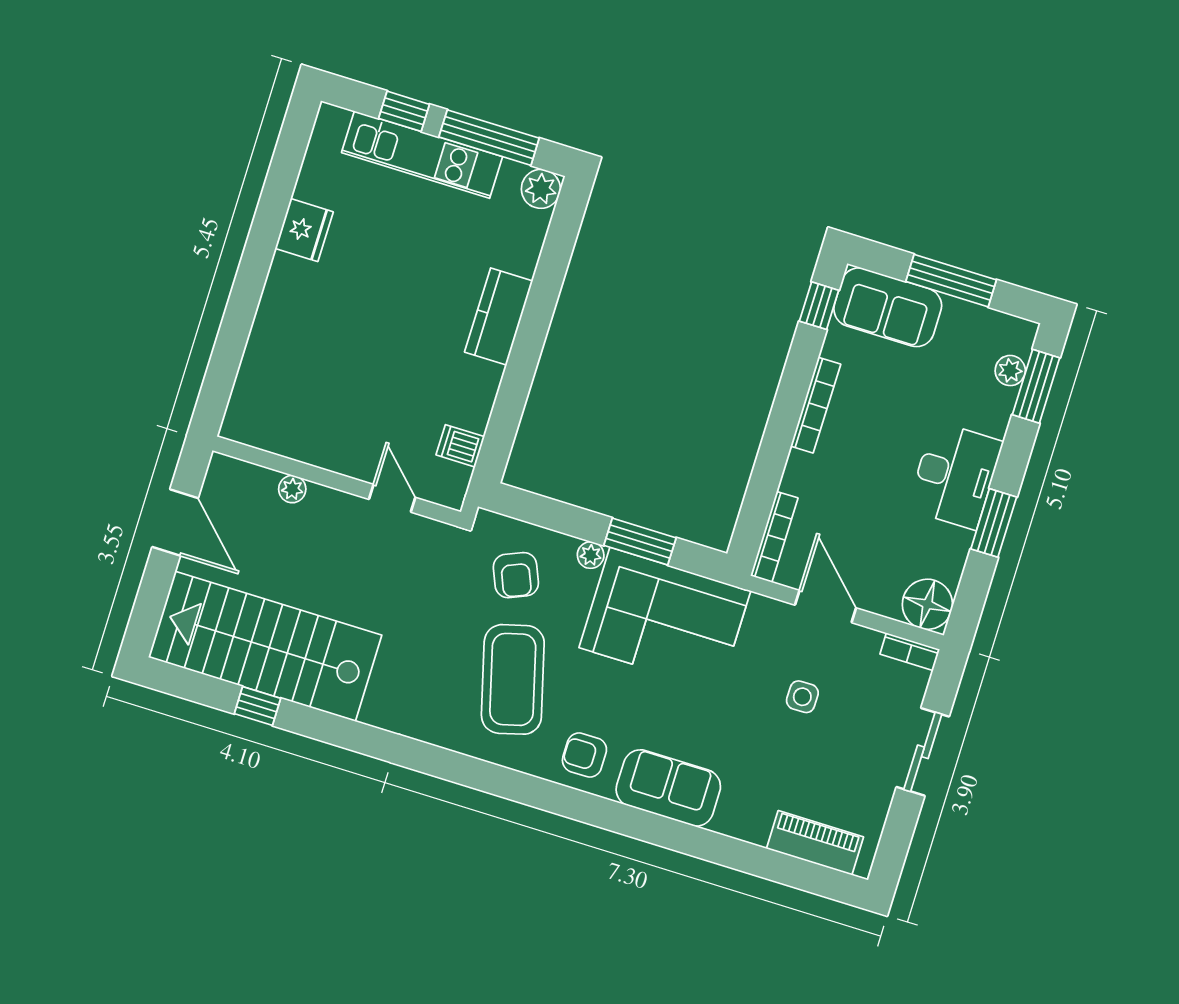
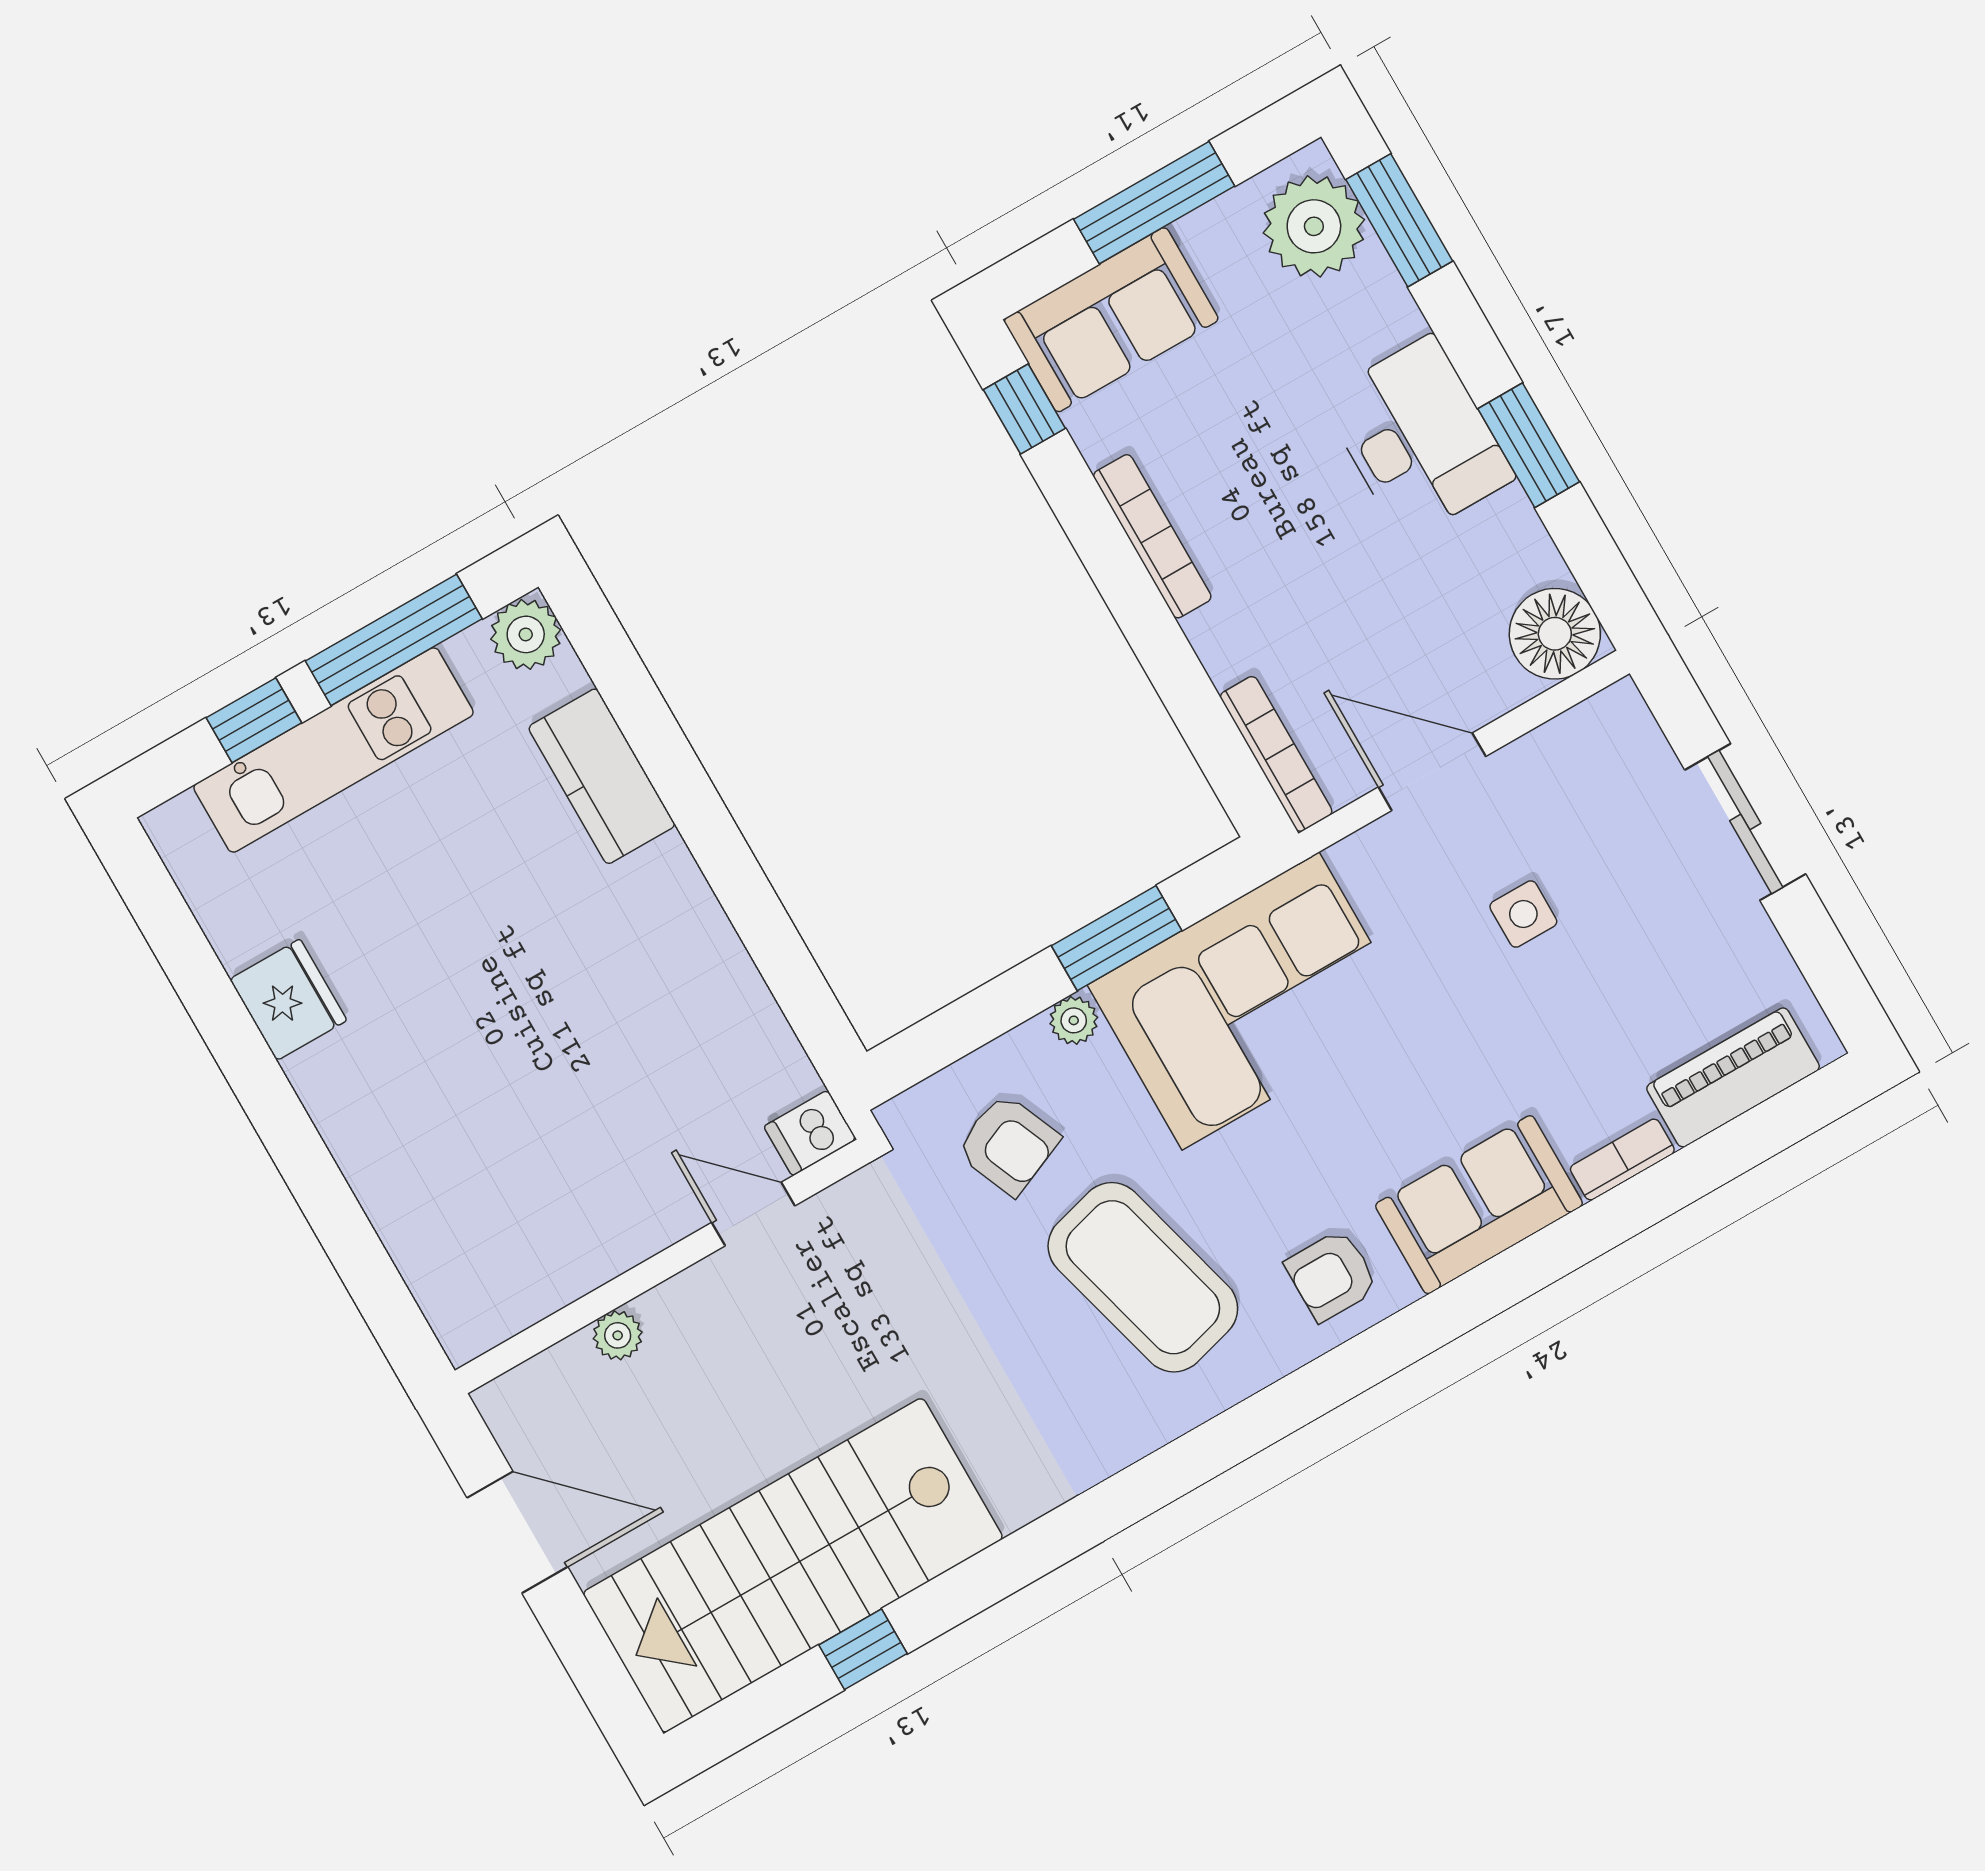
kitchen counter: (499, 316) -> (602, 776), moved
plant: (1010, 371) -> (1314, 226), width x1.88, depth x1.88
dishwasher: (460, 446) -> (810, 1133), moved
bookcase: (910, 652) -> (1622, 1160), moved, turned 180

